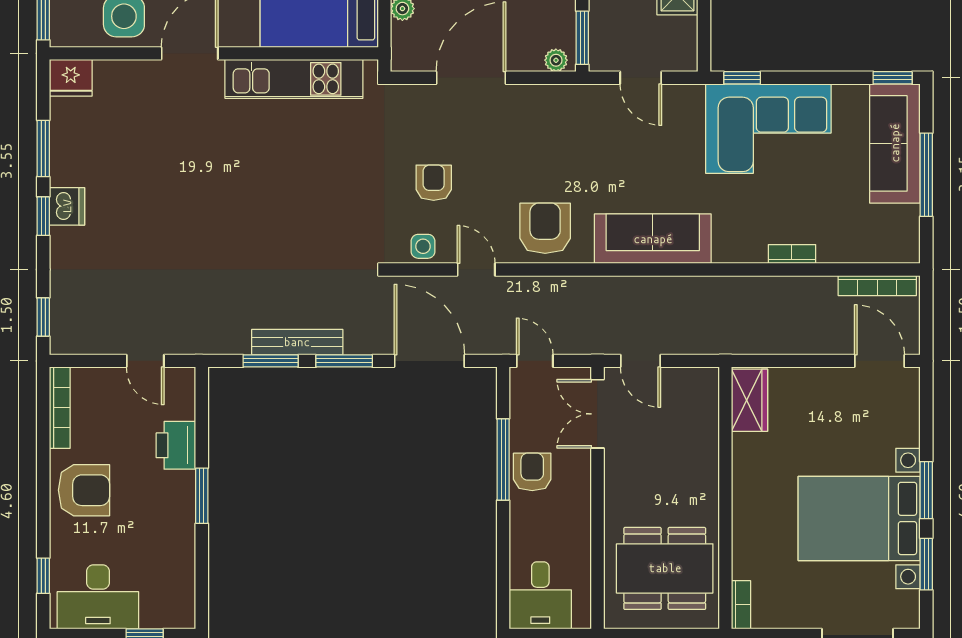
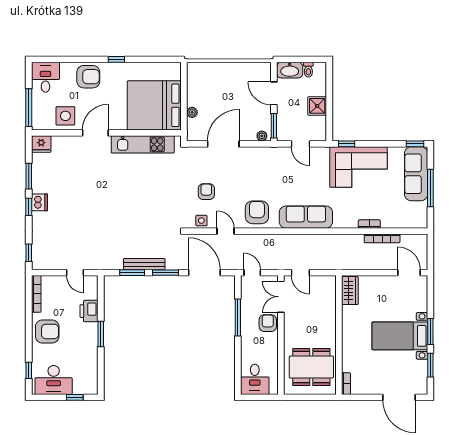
bookcase: (877, 286) -> (382, 238), moved
armchair: (532, 472) -> (268, 323), moved
bed with nightstands: (859, 518) -> (400, 336), width x0.73

